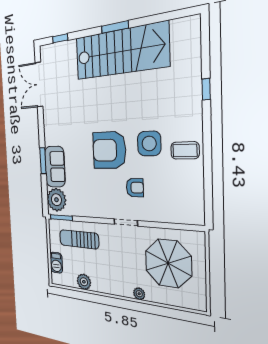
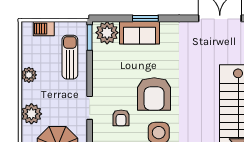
armchair: (109, 150) -> (154, 94), turned 180
plant: (84, 282) -> (29, 75), moved
plant: (139, 294) -> (31, 114), width x1.88, depth x1.88

